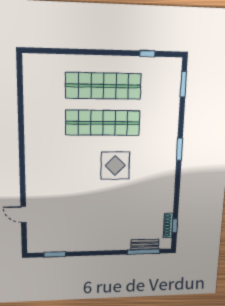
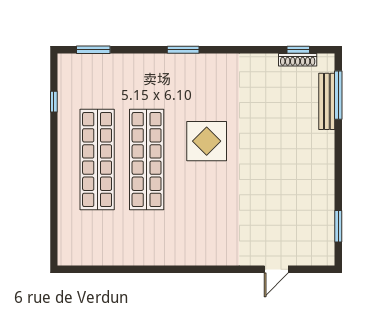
bench: (145, 244) -> (327, 101), width x1.36

